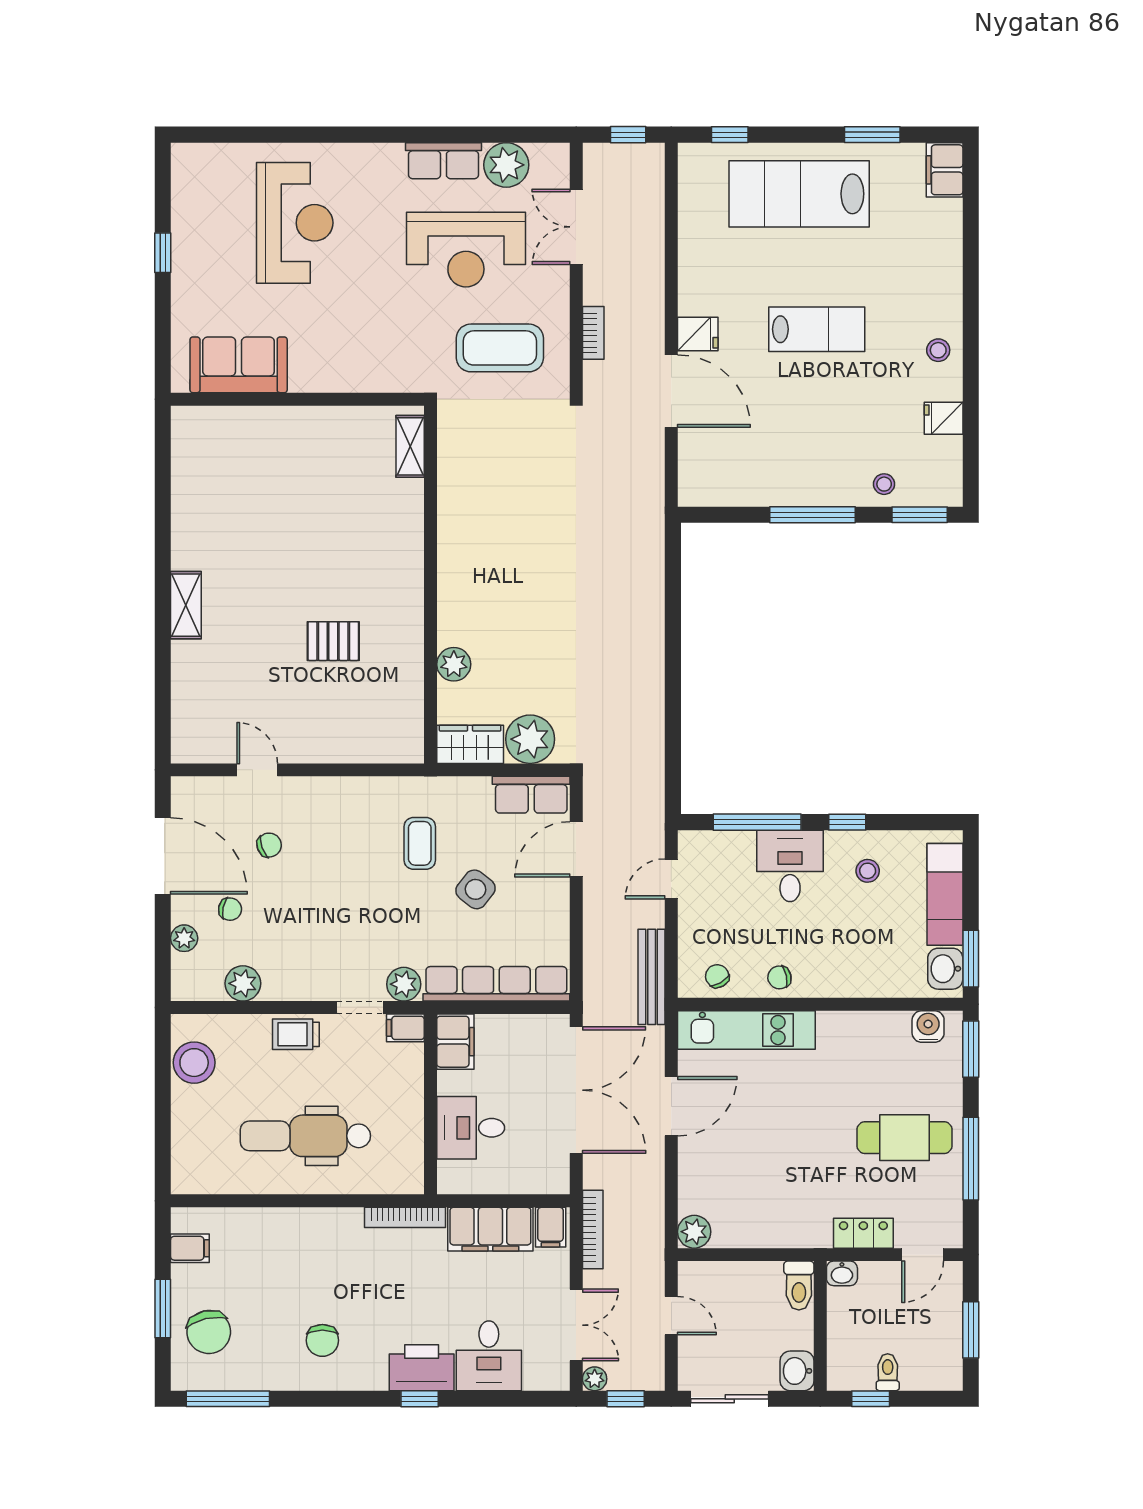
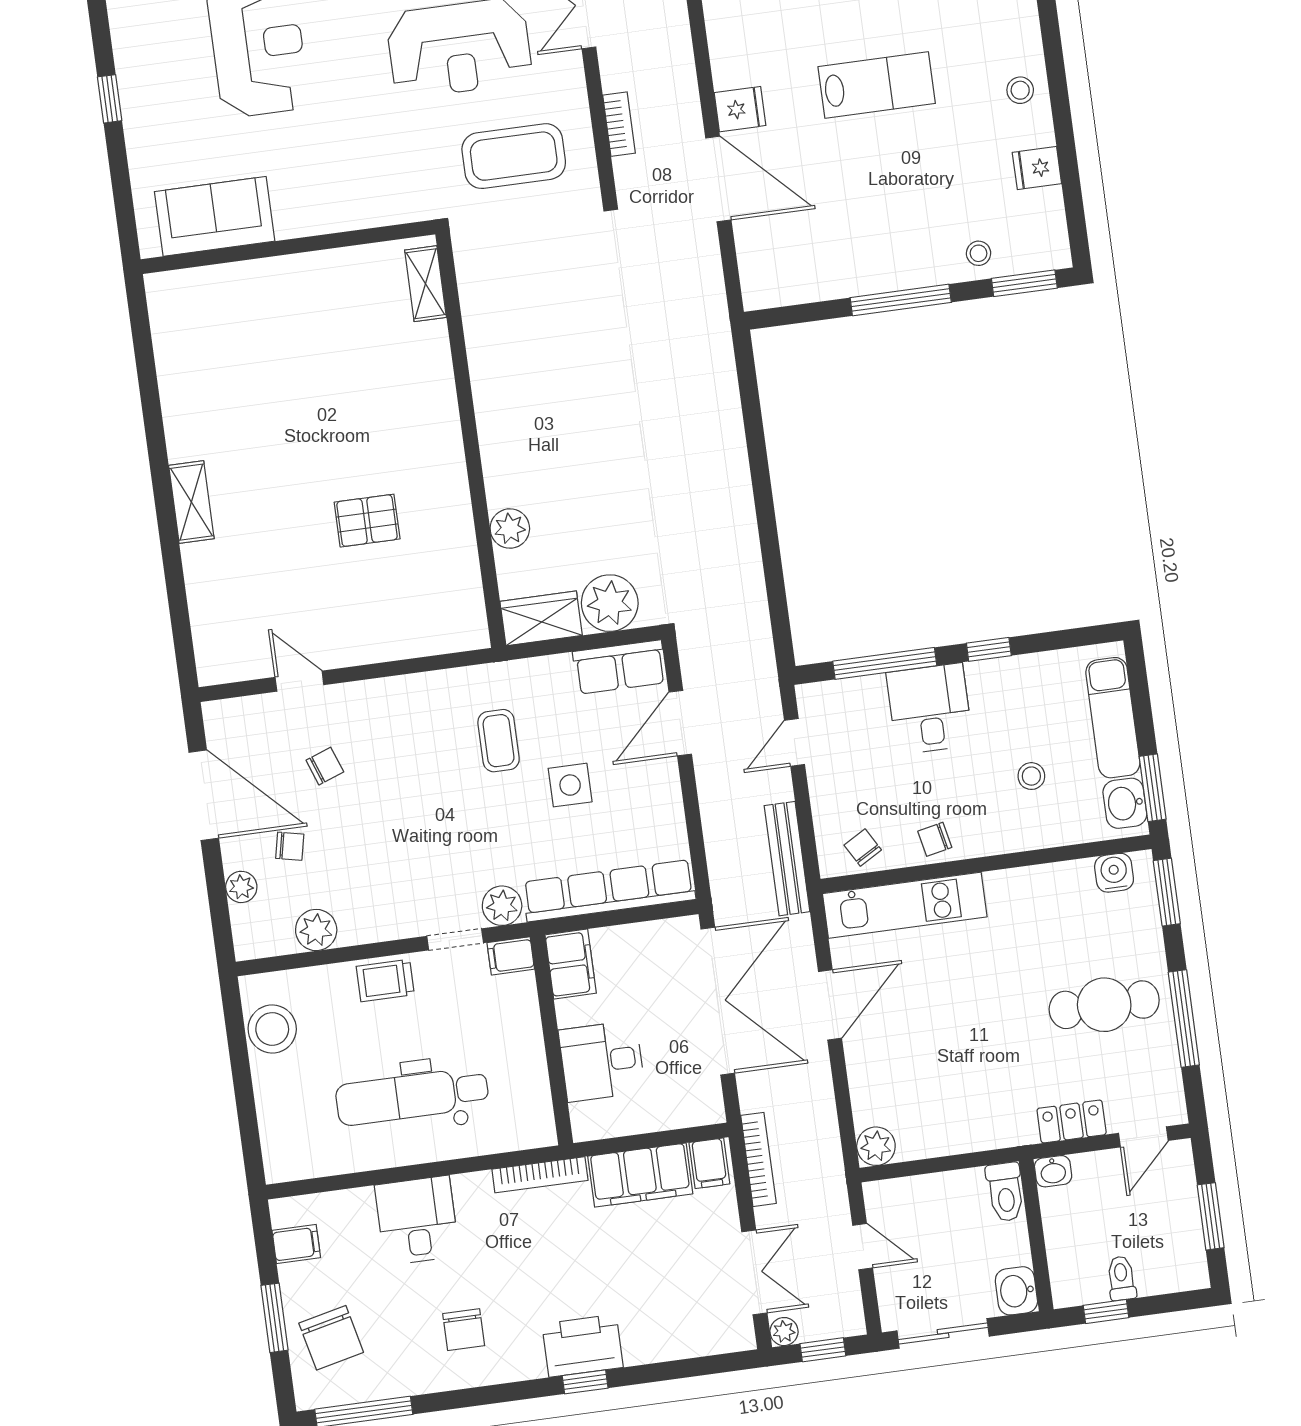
stool: (868, 871) -> (1031, 776), moved
side table: (476, 889) -> (570, 785), turned -38
desk: (489, 1356) -> (417, 1220), moved, turned 180

